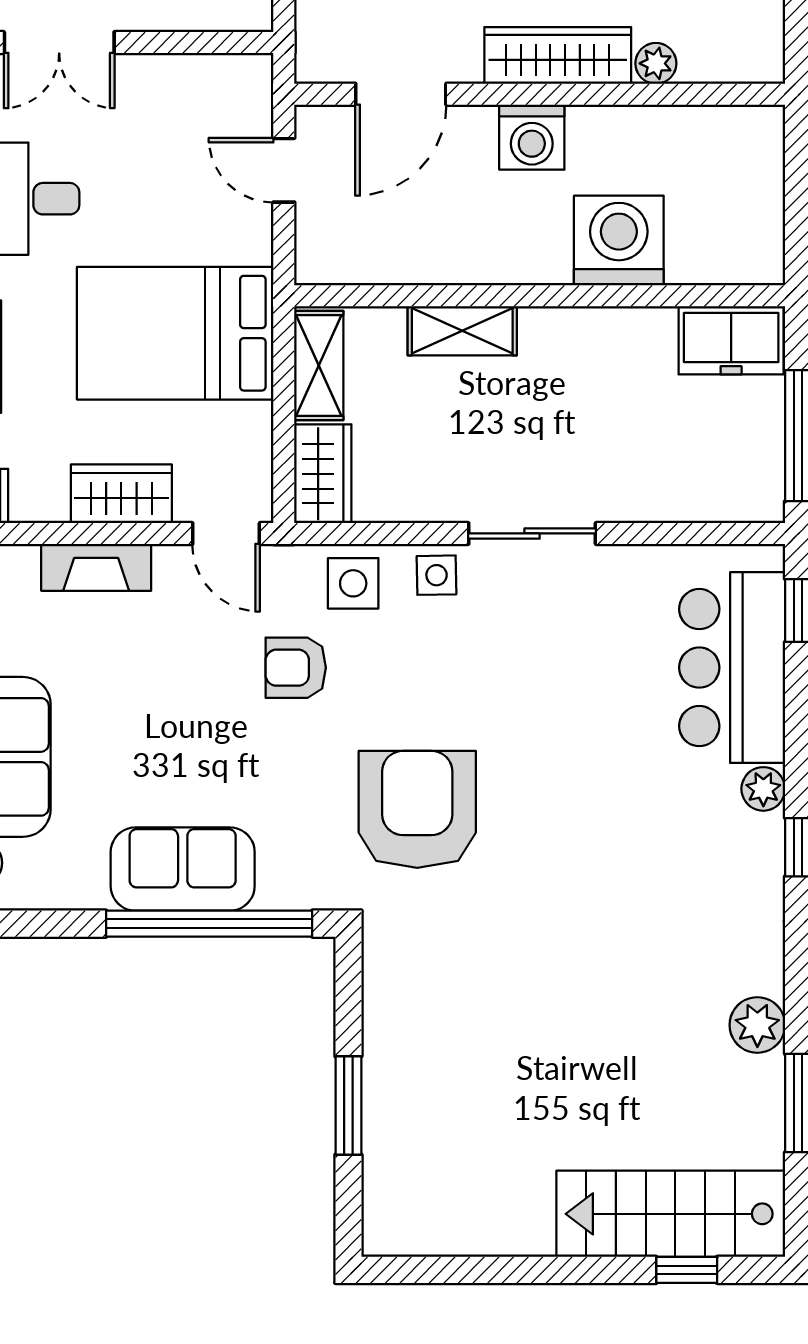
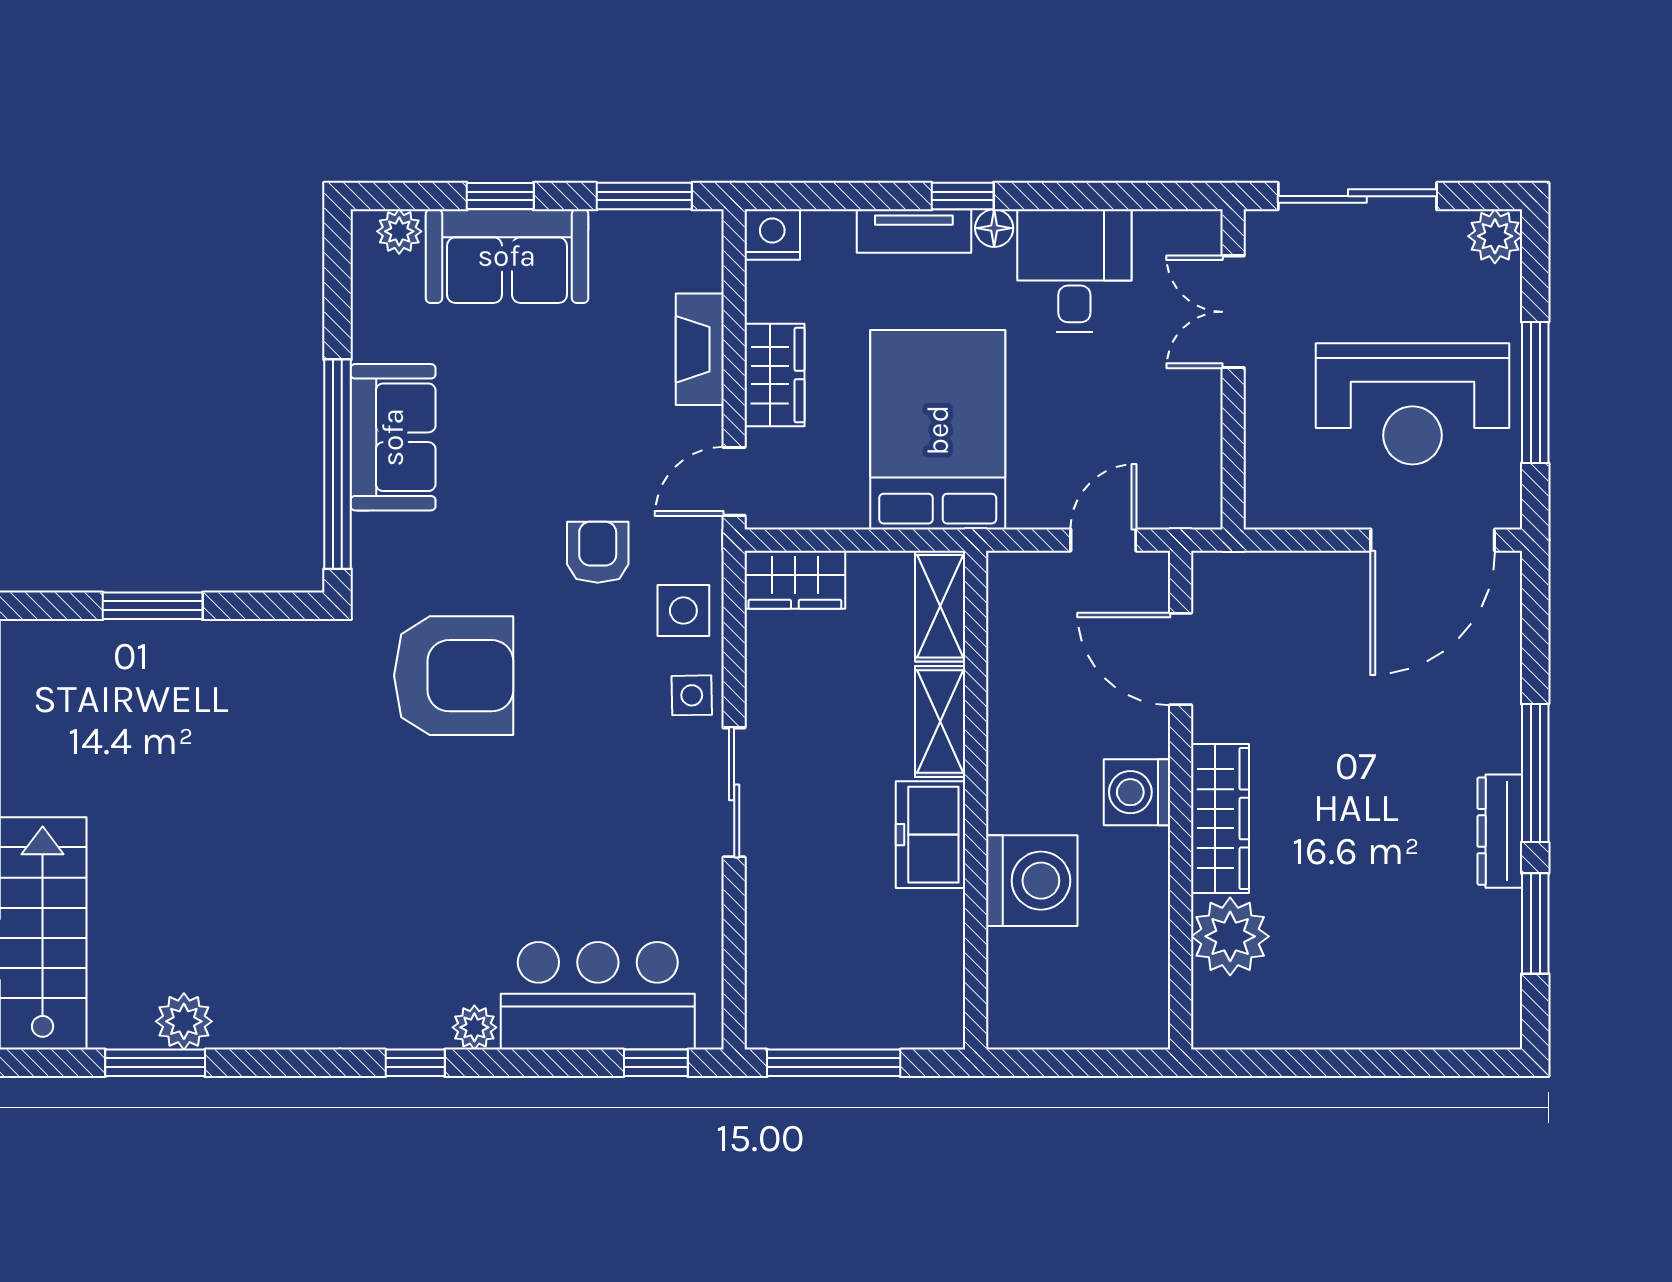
plant: (656, 63) -> (1230, 936), width x1.88, depth x1.88
freezer: (731, 340) -> (931, 835), moved
shelving: (319, 366) -> (940, 606), moved, turned 90
plant: (757, 1025) -> (184, 1021), moved

